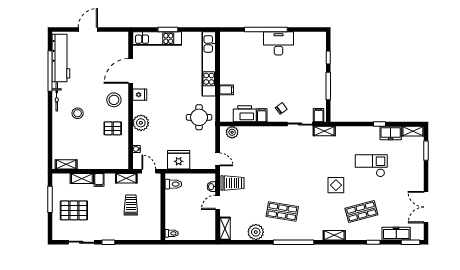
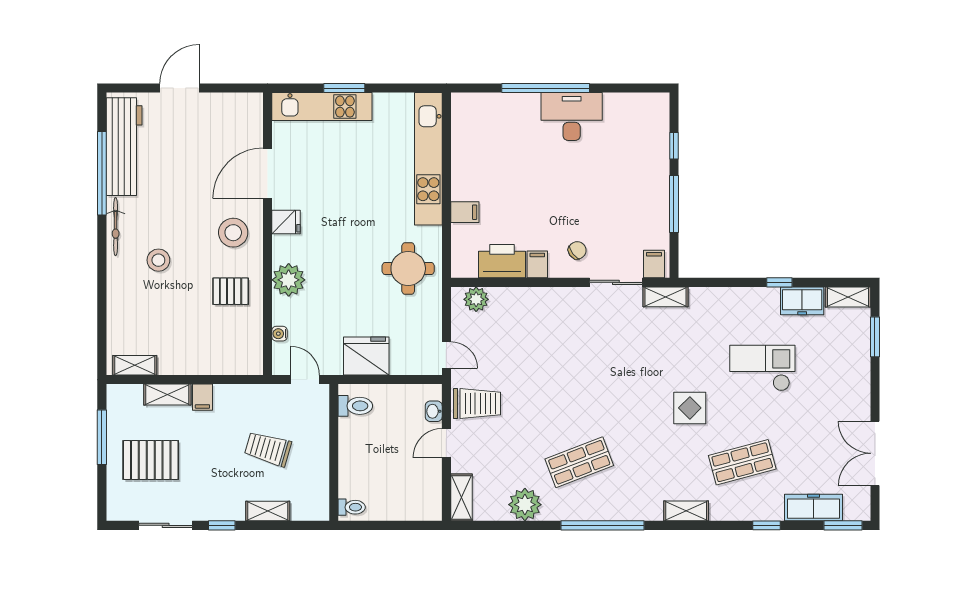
shelving: (126, 178) -> (268, 511), moved
trolley: (131, 205) -> (268, 449), turned -74
shop shelf: (282, 212) -> (579, 462), turned -30

